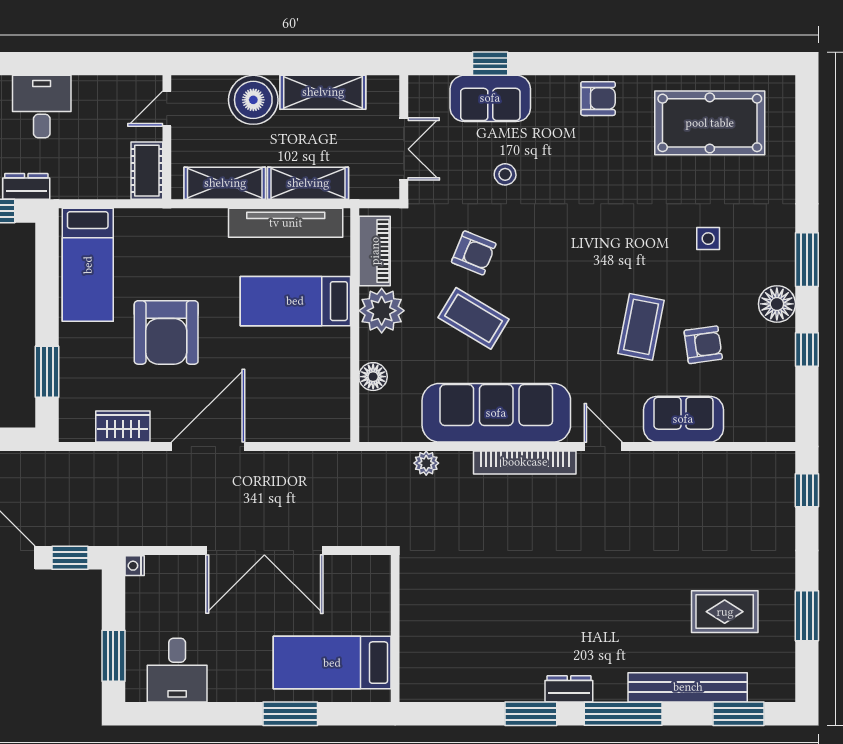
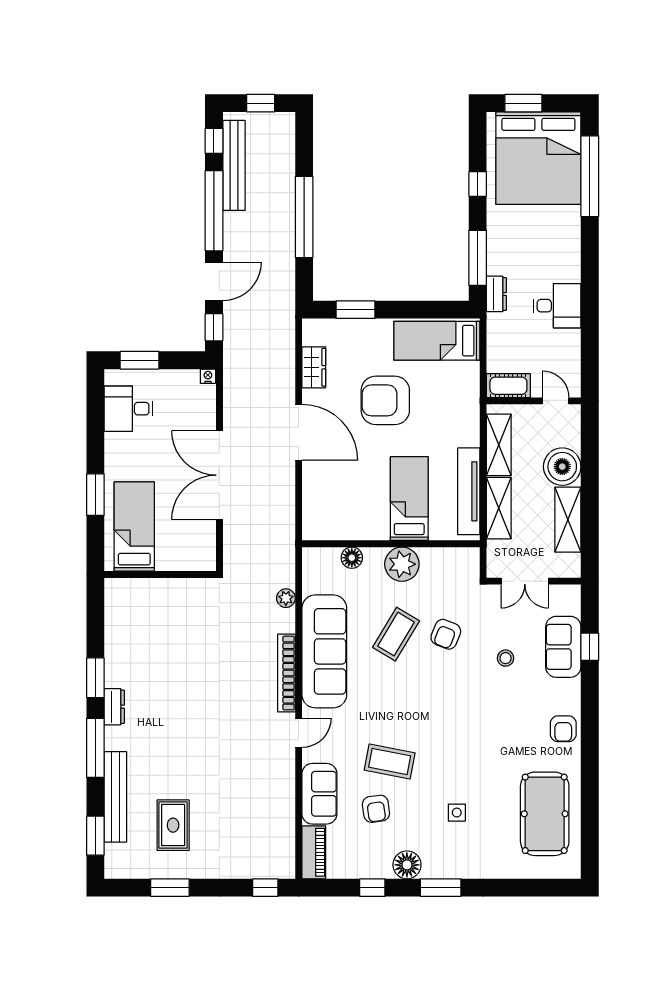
piano: (375, 251) -> (314, 852), moved, turned -90

